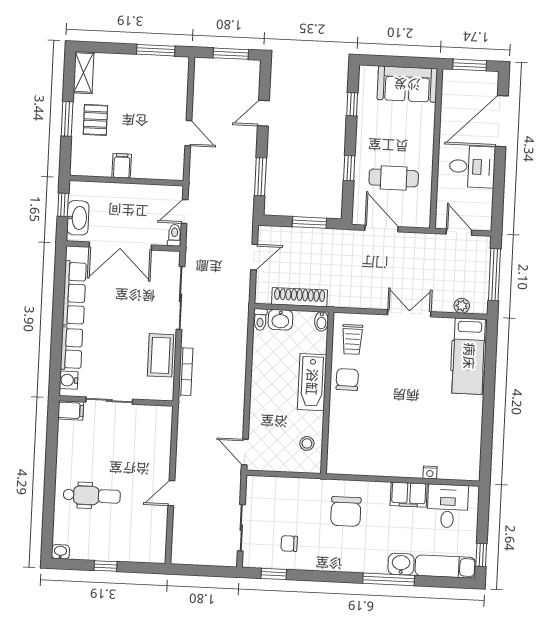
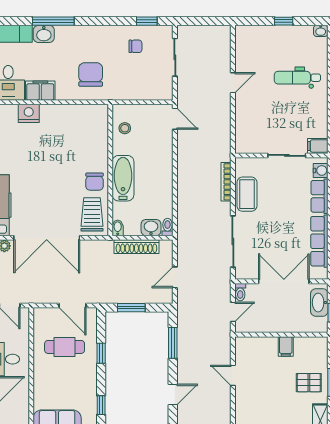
pallet: (95, 120) -> (309, 383), turned 90
double door: (409, 313) -> (47, 238), width x1.87
trolley: (352, 339) -> (92, 214), width x1.36, depth x1.39
nightstand: (430, 472) -> (29, 113), width x1.89, depth x1.79

